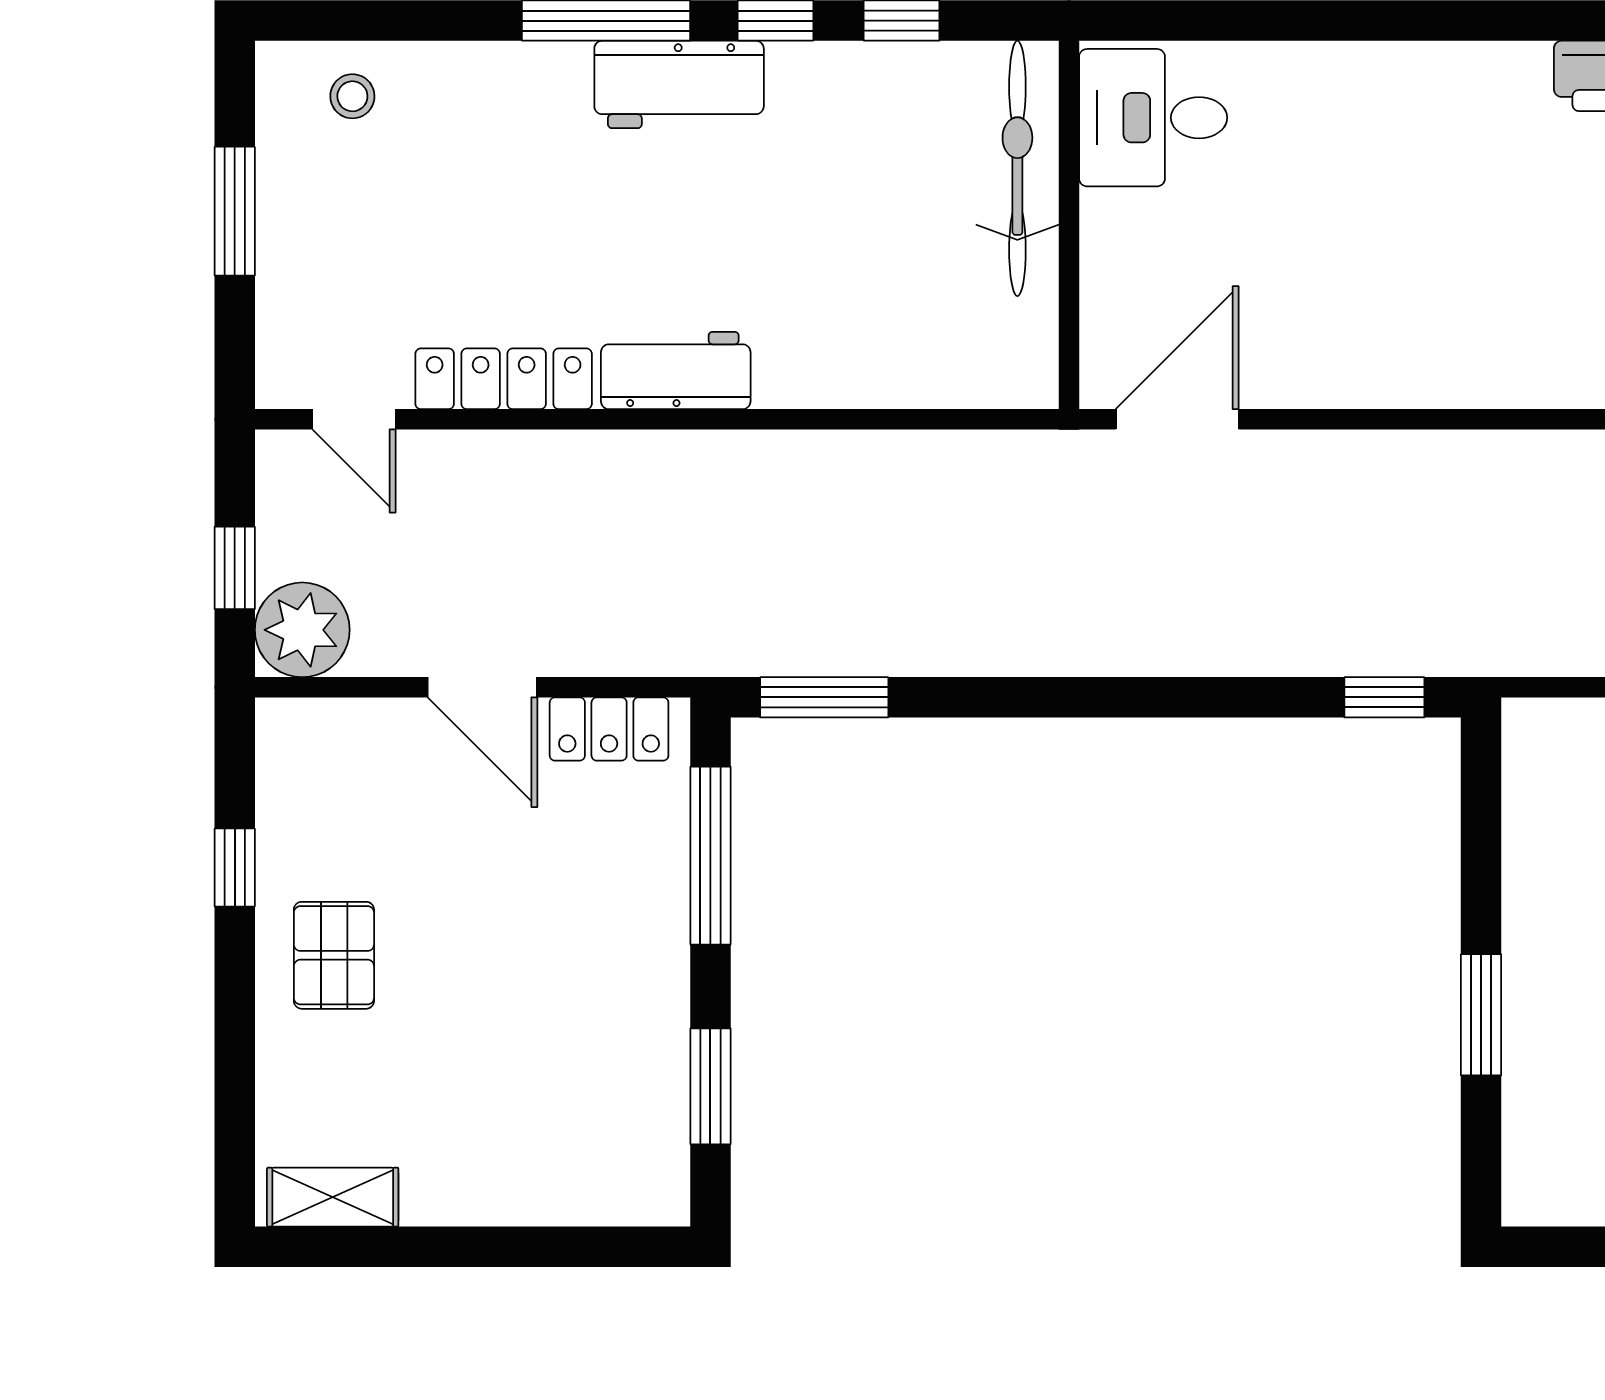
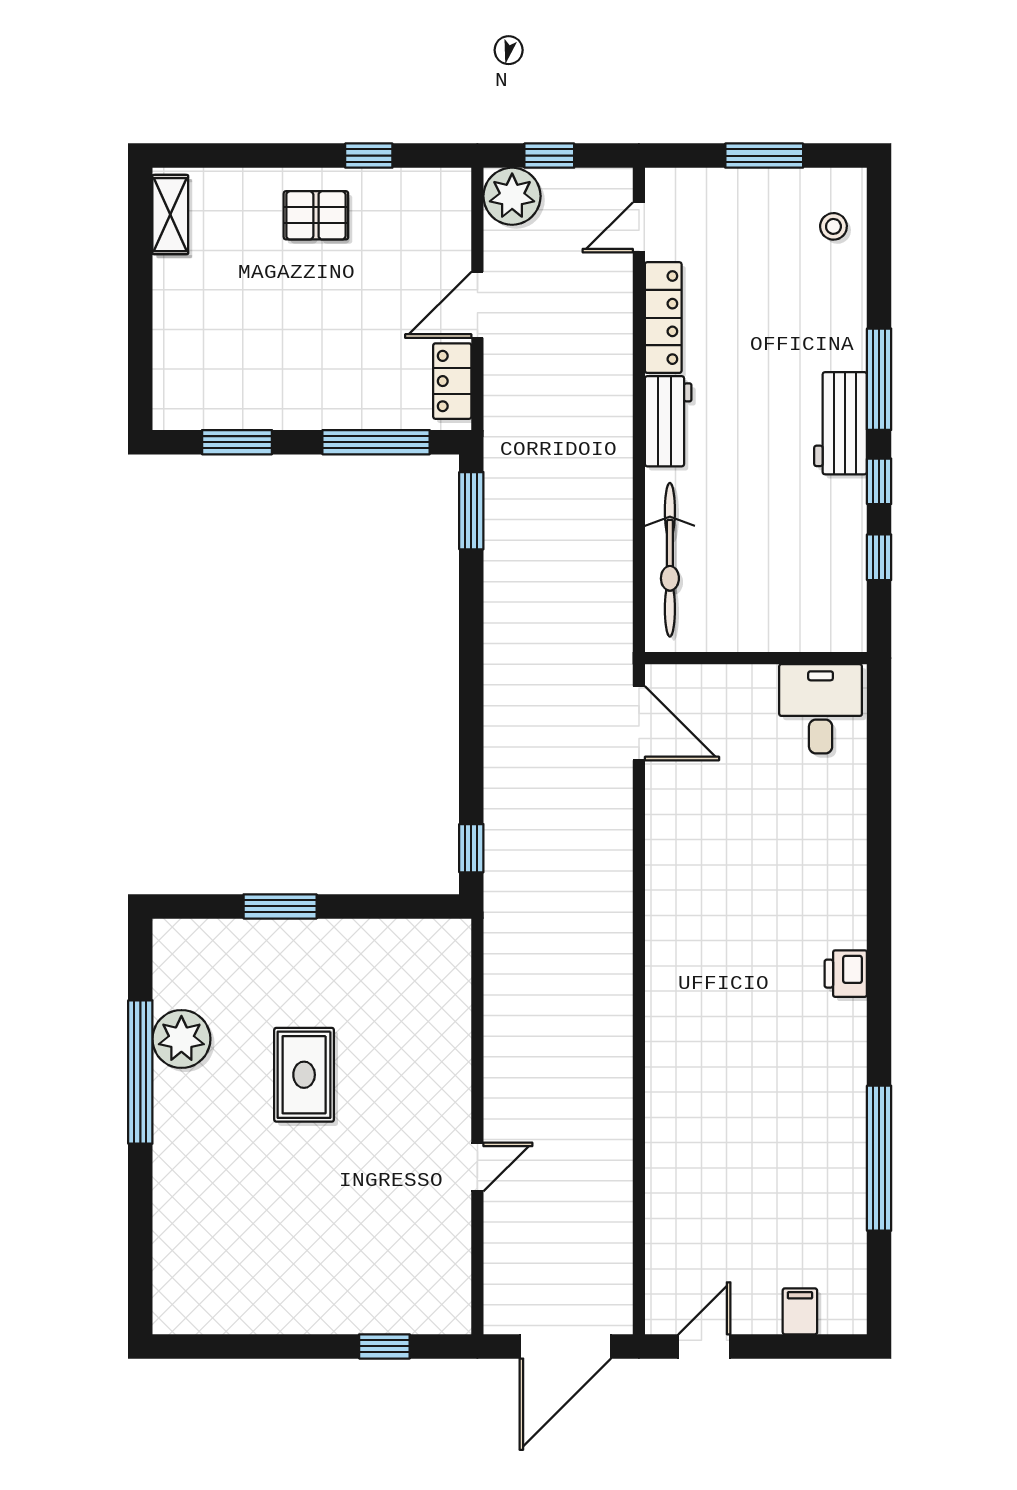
bicycle: (1017, 168) -> (670, 560), moved, turned 90

